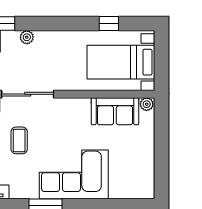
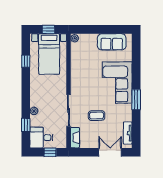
window: (161, 61) -> (48, 29), added
sofa: (115, 111) -> (112, 42), moved, turned 90

